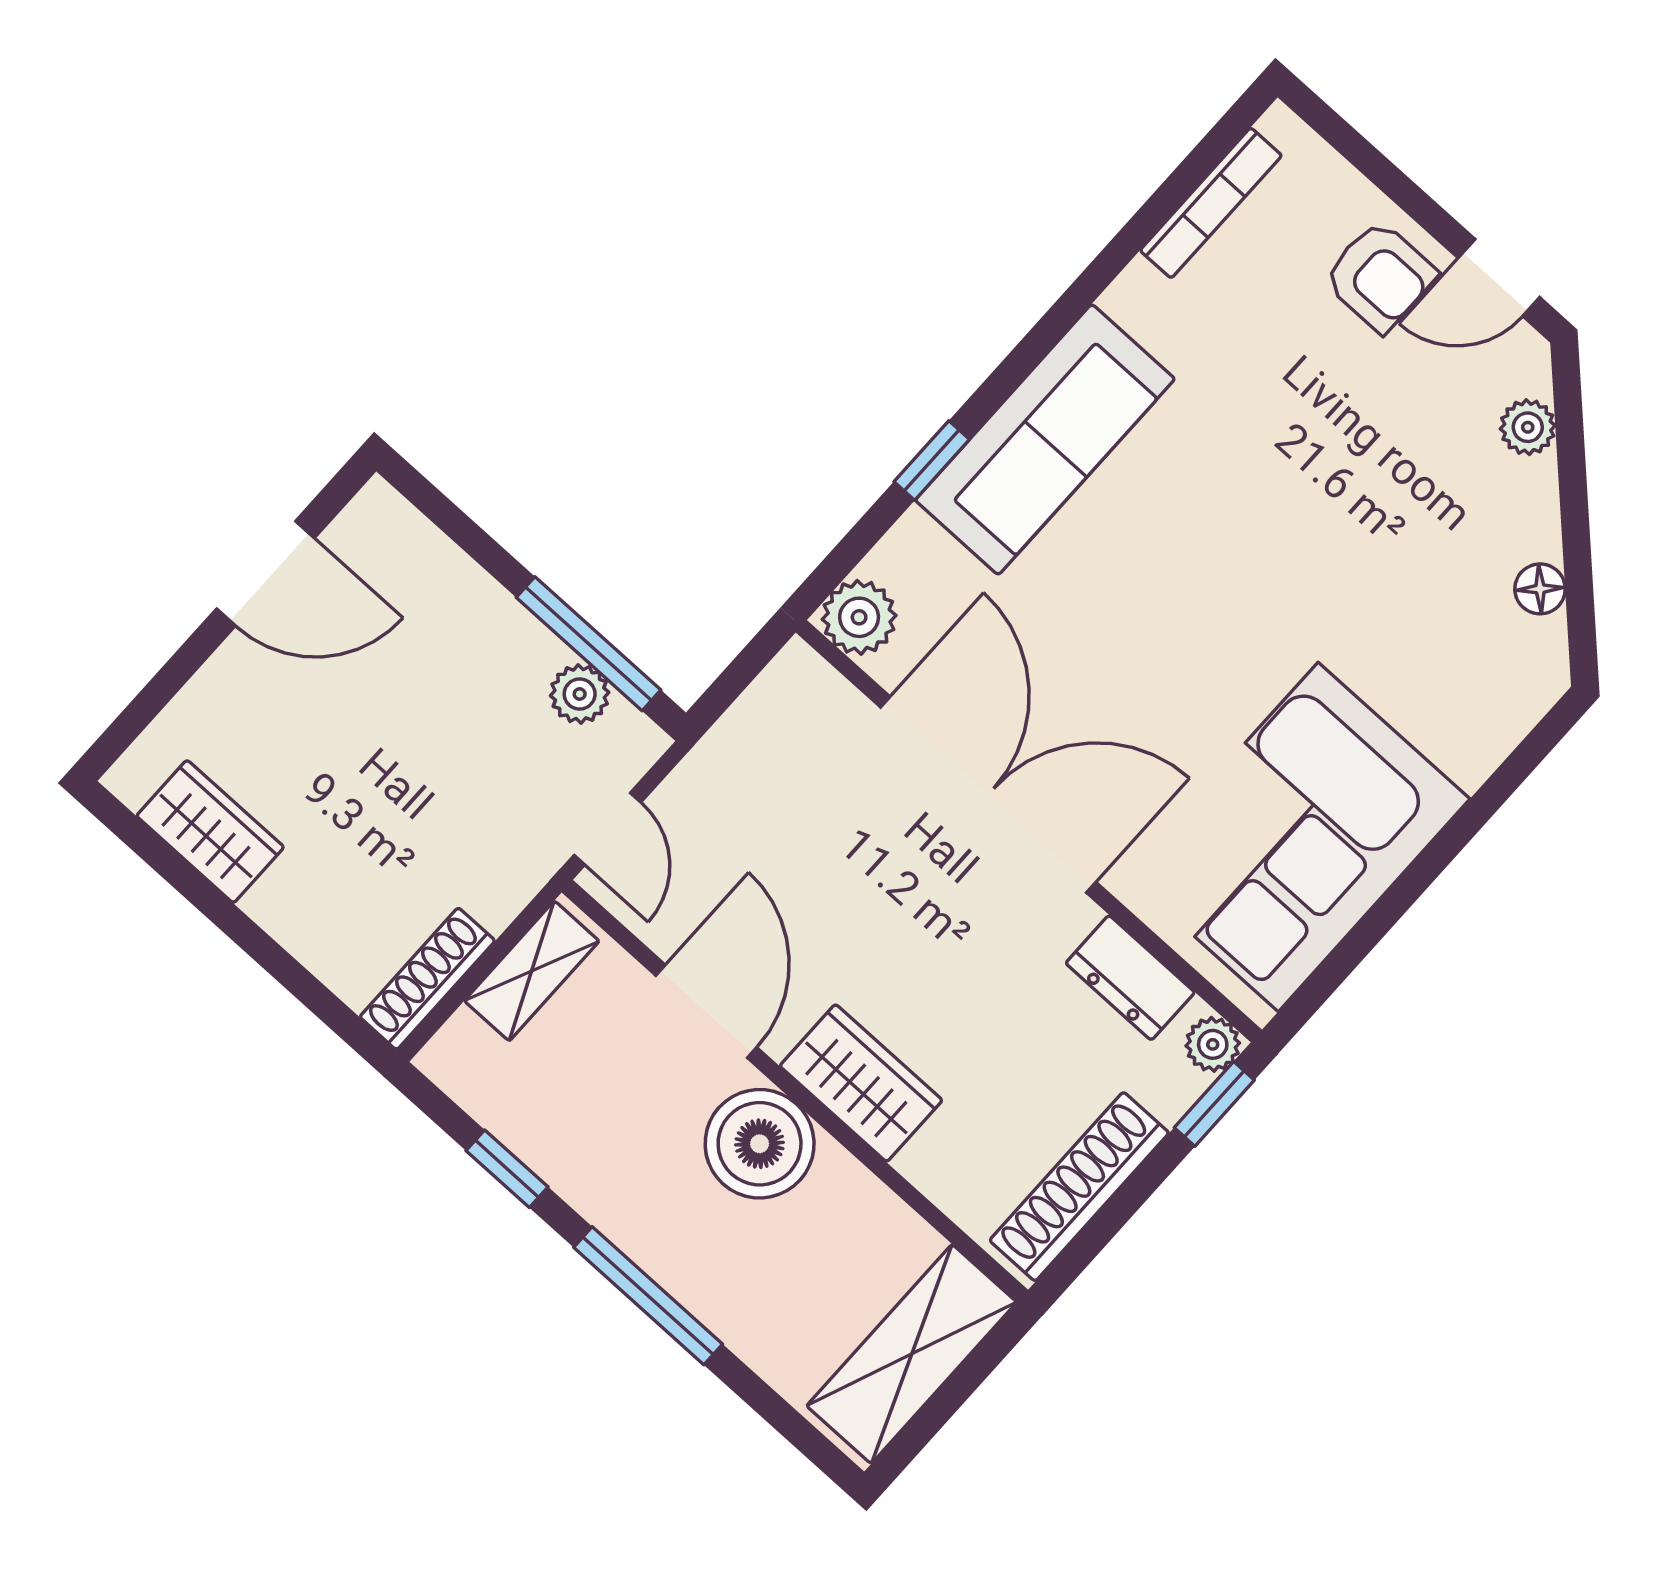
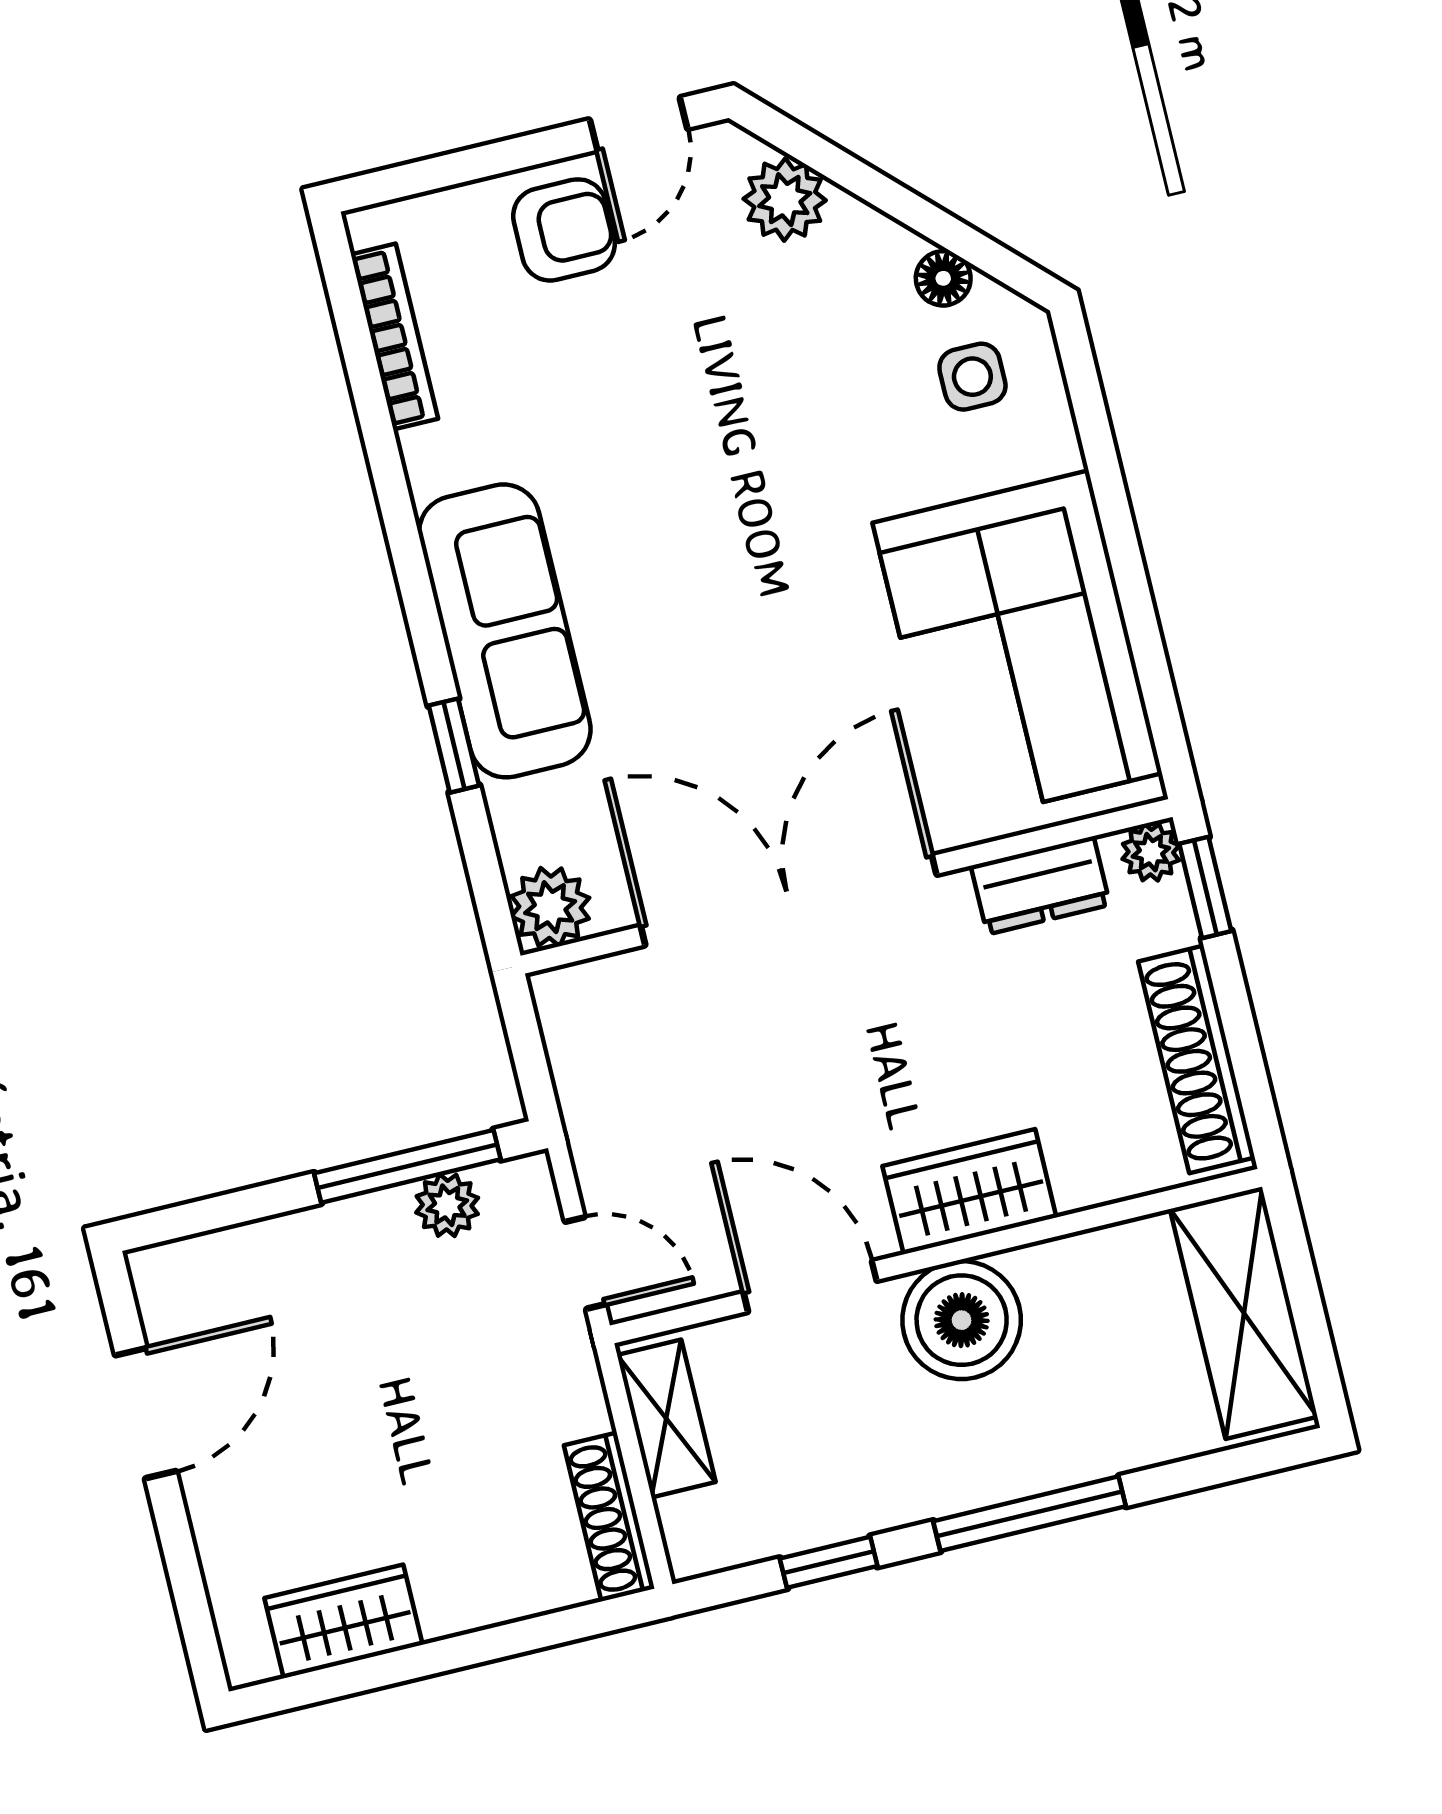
plant: (1528, 427) -> (785, 200), width x1.38, depth x1.38
side table: (1481, 662) -> (972, 377), added

